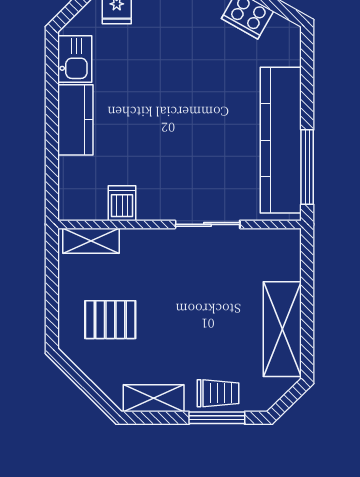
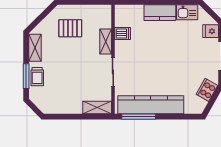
shelving: (91, 241) -> (106, 41), moved
pallet: (110, 320) -> (70, 28), turned 90
shelving: (282, 329) -> (97, 108), moved, width x0.67, depth x0.75

